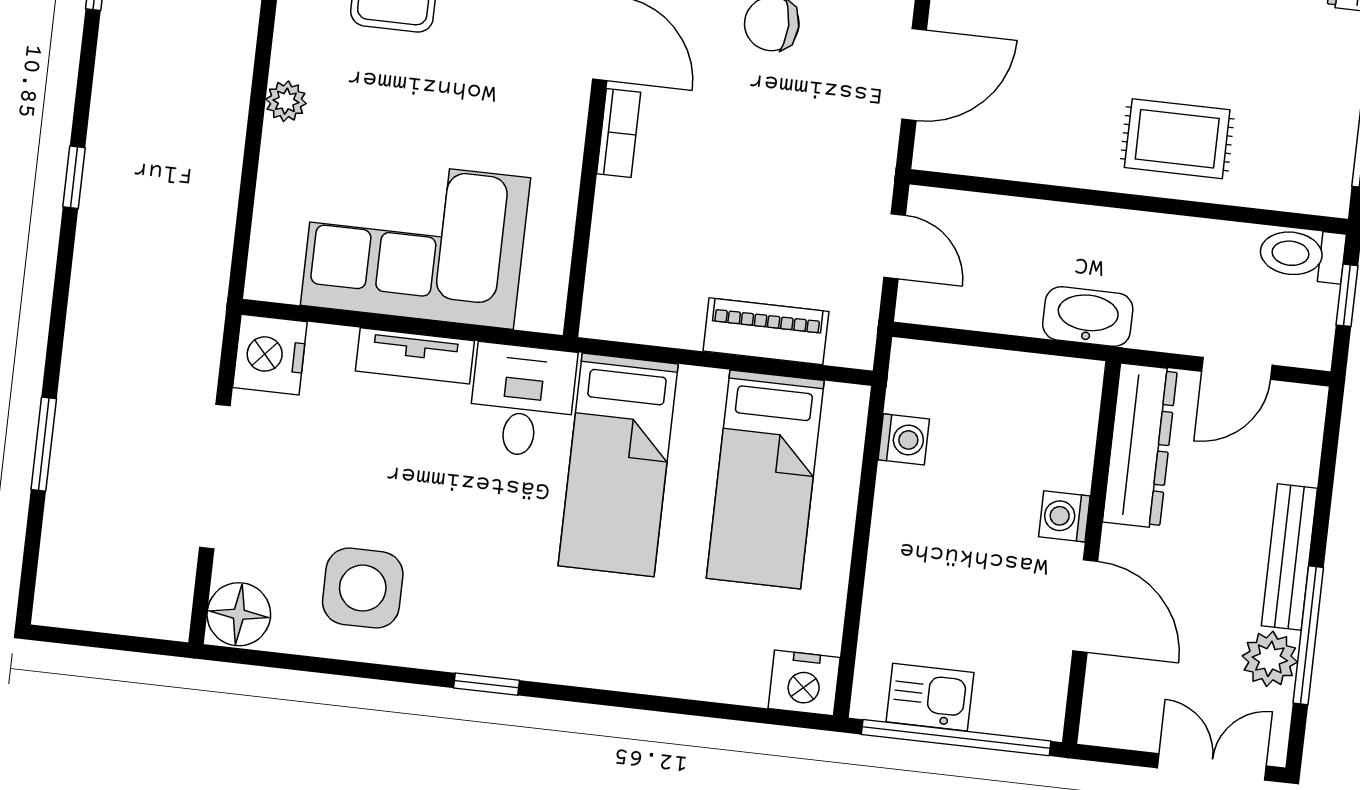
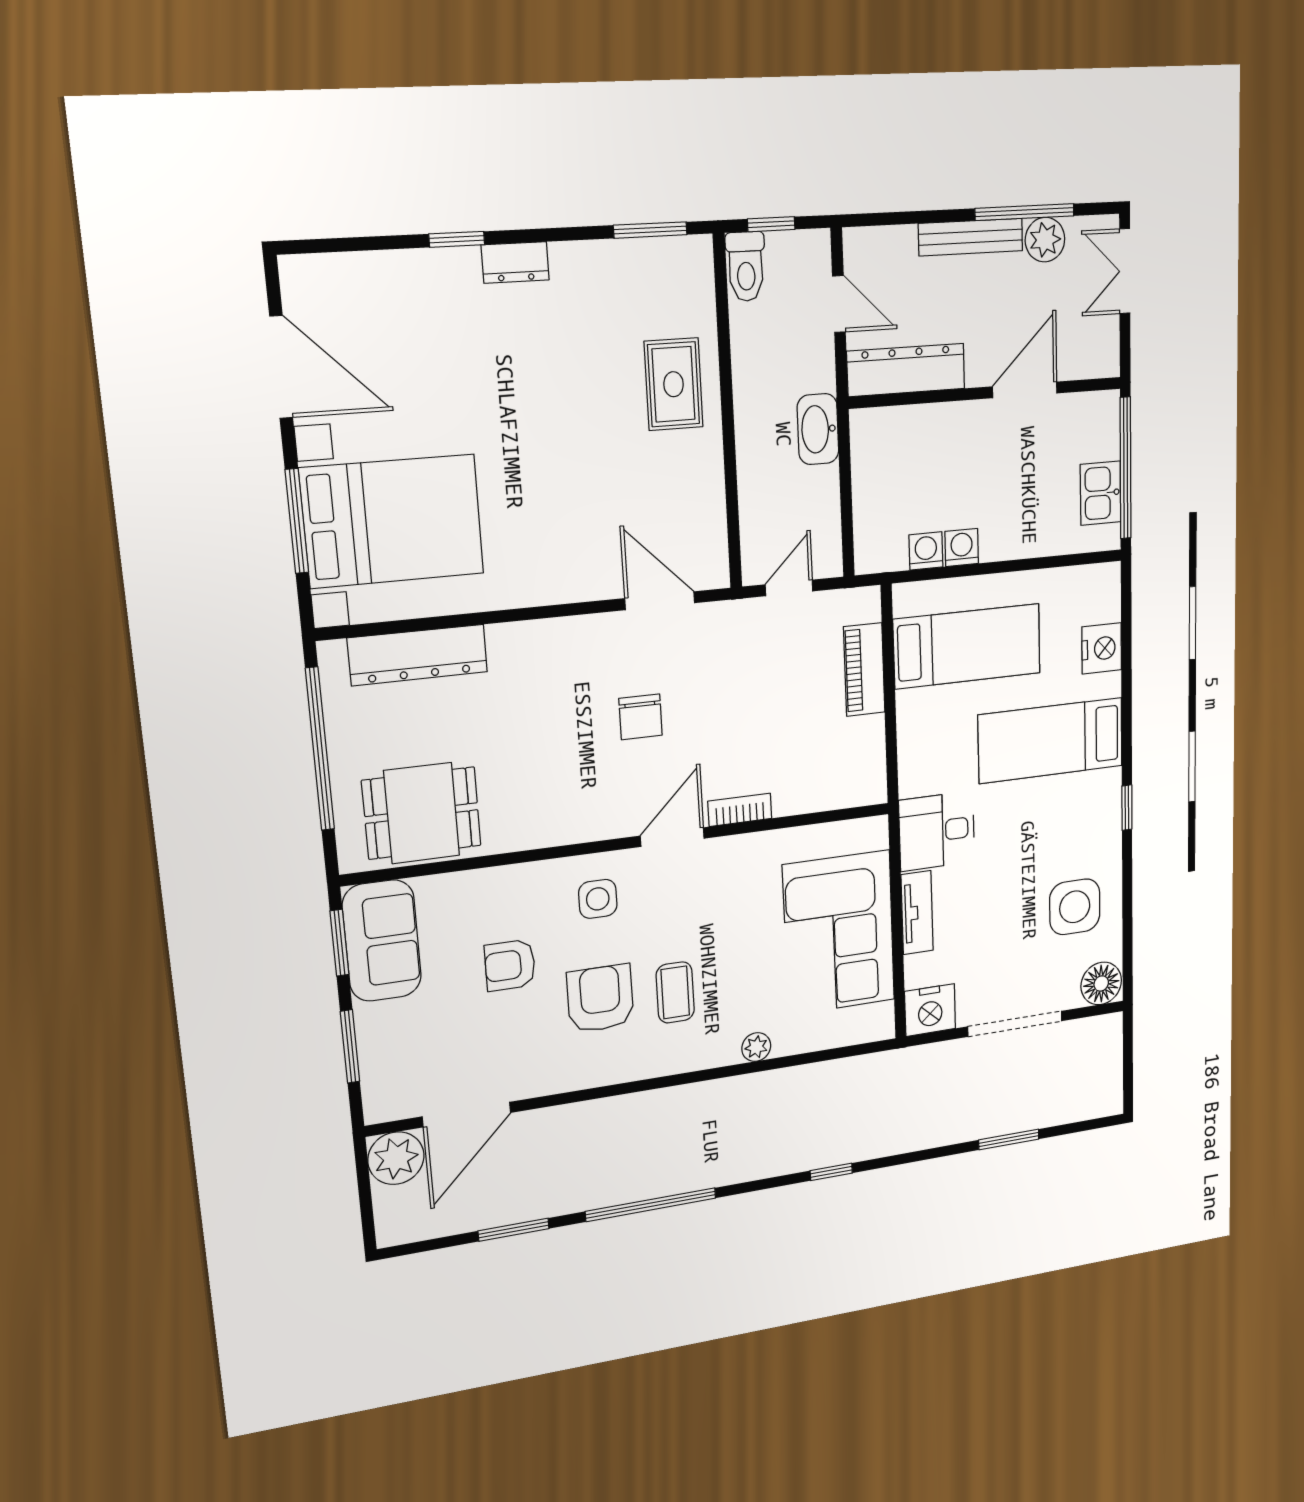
bed: (618, 465) -> (1051, 740), moved, turned 180
washing machine: (1064, 516) -> (962, 547), moved, turned 180
nightstand: (804, 683) -> (1102, 648), moved

